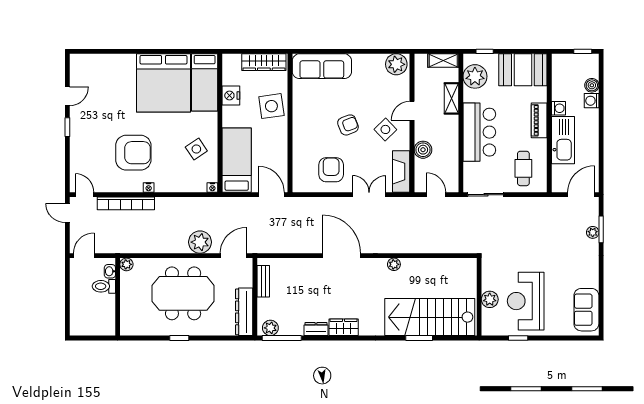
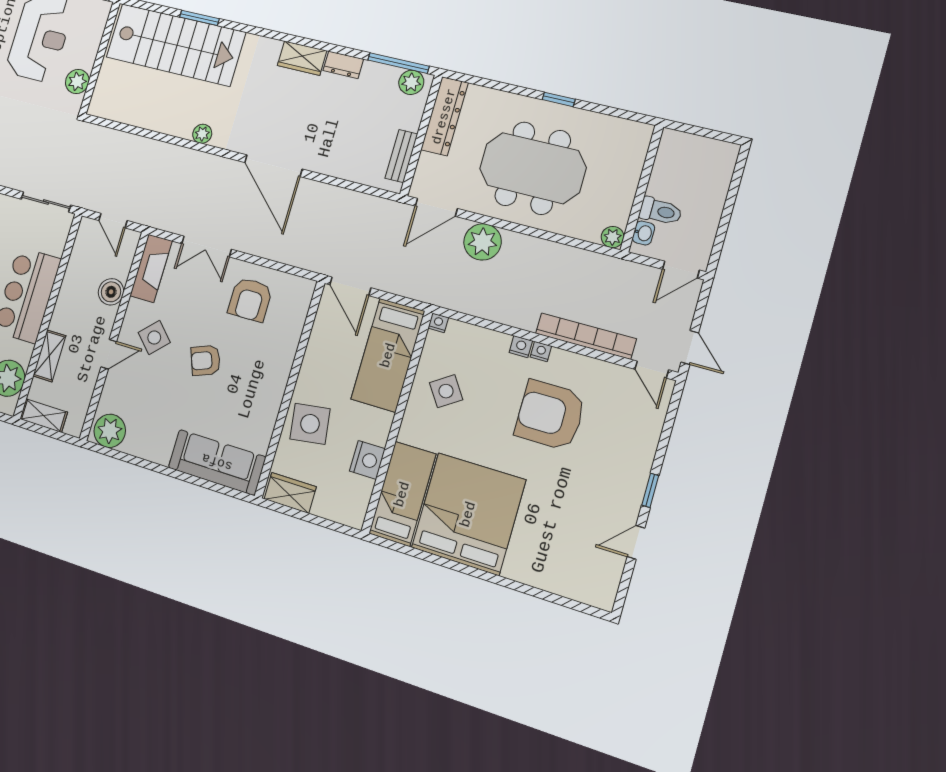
wardrobe: (264, 62) -> (290, 493), width x0.67
nightstand: (161, 187) -> (521, 347), added
plant: (490, 299) -> (77, 81), moved

